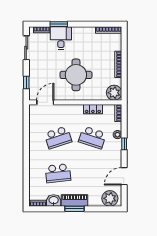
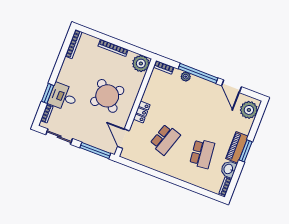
round table: (76, 75) -> (107, 96), turned 45
window: (26, 82) -> (95, 150), width x2.17
locker: (93, 109) -> (142, 112), moved
school desk: (58, 138) -> (165, 139), turned 36
school desk: (92, 138) -> (179, 104), removed
window: (124, 144) -> (198, 73), width x3.17

